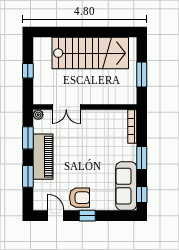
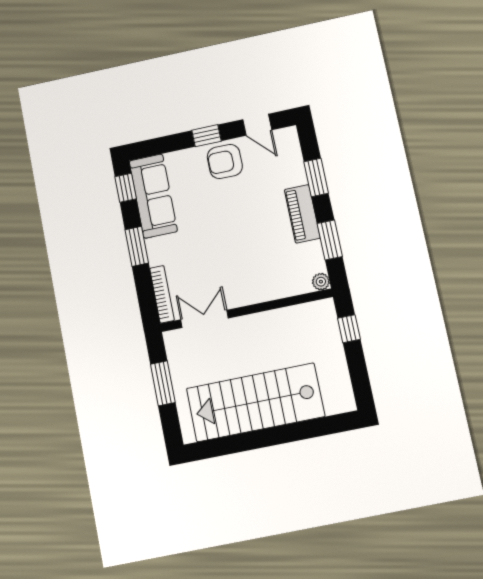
window: (28, 71) -> (349, 329), moved
double door: (66, 107) -> (204, 319), moved
piano: (43, 157) -> (302, 214), width x0.73, depth x0.75

